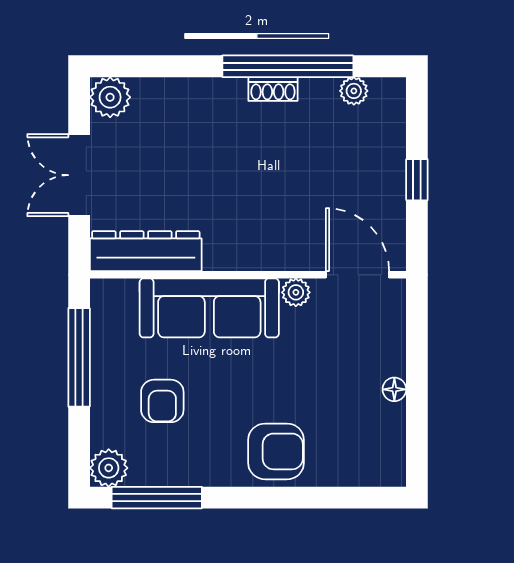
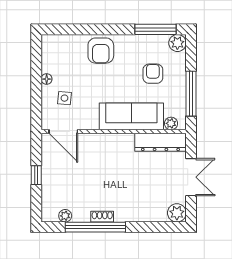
plant: (296, 292) -> (171, 123), moved
side table: (355, 348) -> (64, 98), added
armchair: (276, 451) -> (101, 51), turned -90

